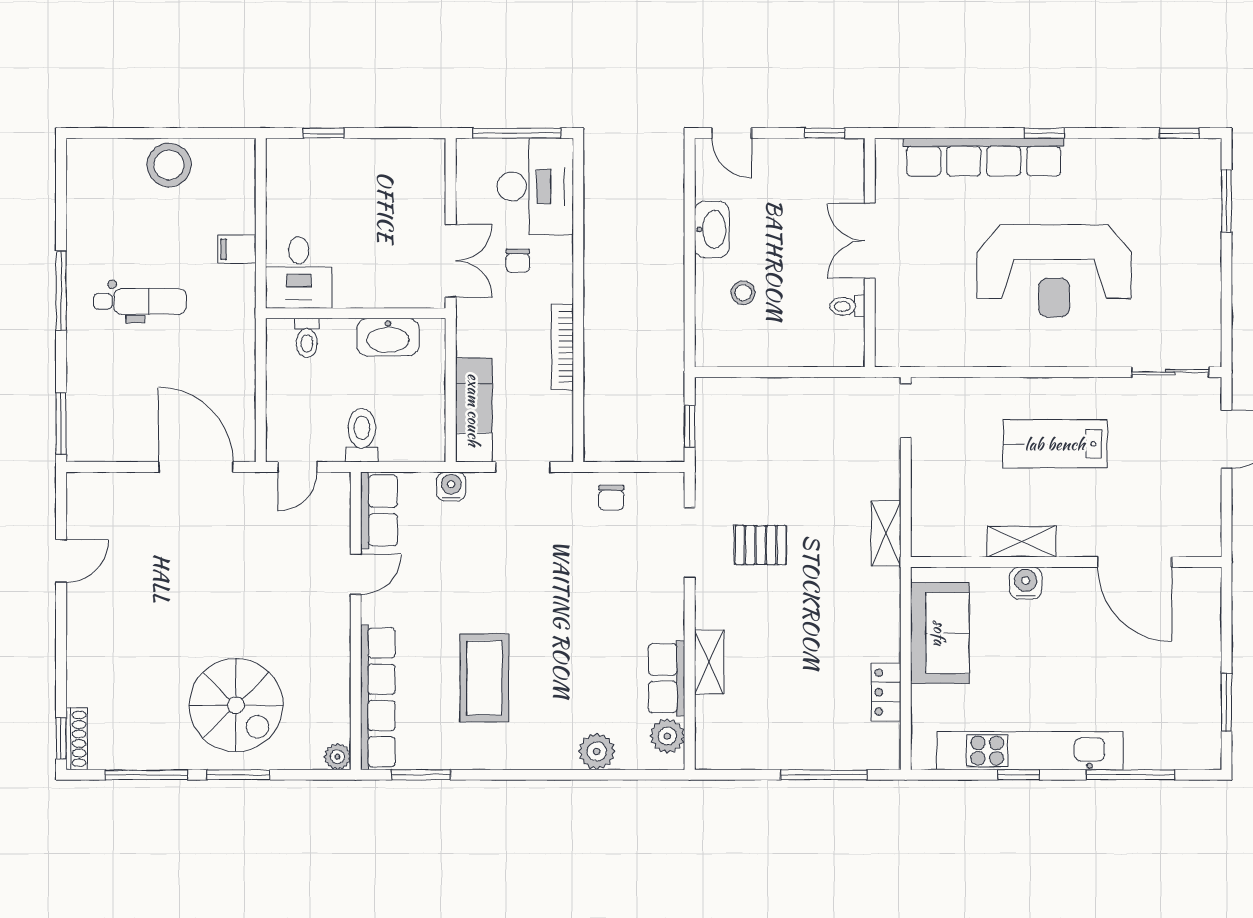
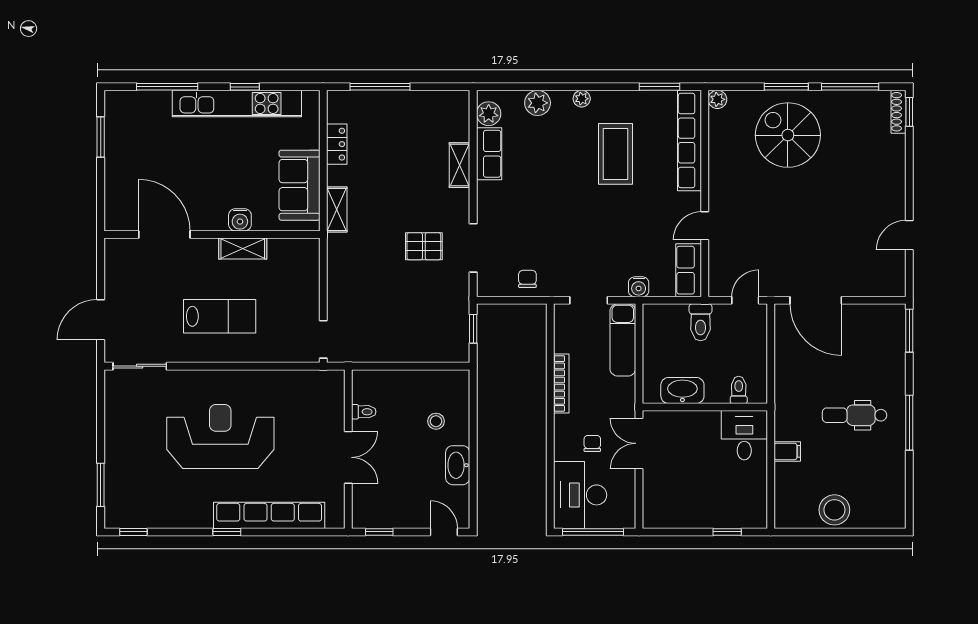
shelving: (886, 534) -> (337, 210), moved
plant: (533, 758) -> (582, 99), added

